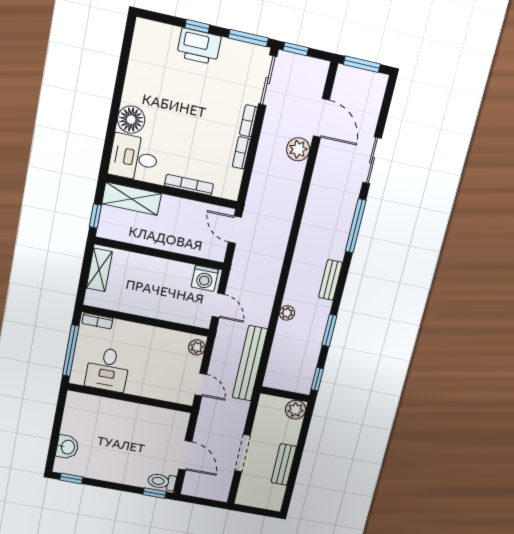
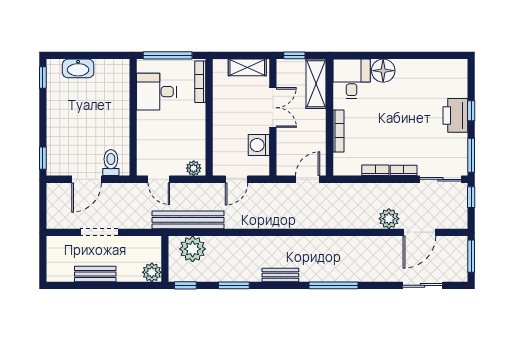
sliding door: (372, 160) -> (423, 285), moved
double door: (149, 251) -> (273, 108), added
washing machine: (205, 278) -> (259, 145), moved
plant: (287, 313) -> (193, 249), moved, width x1.88, depth x1.88
bookcase: (97, 321) -> (200, 82), width x1.56
door: (201, 385) -> (159, 179), hinge flipped
washbasin: (67, 447) -> (78, 68), width x1.38
toilet: (162, 482) -> (111, 163), moved

